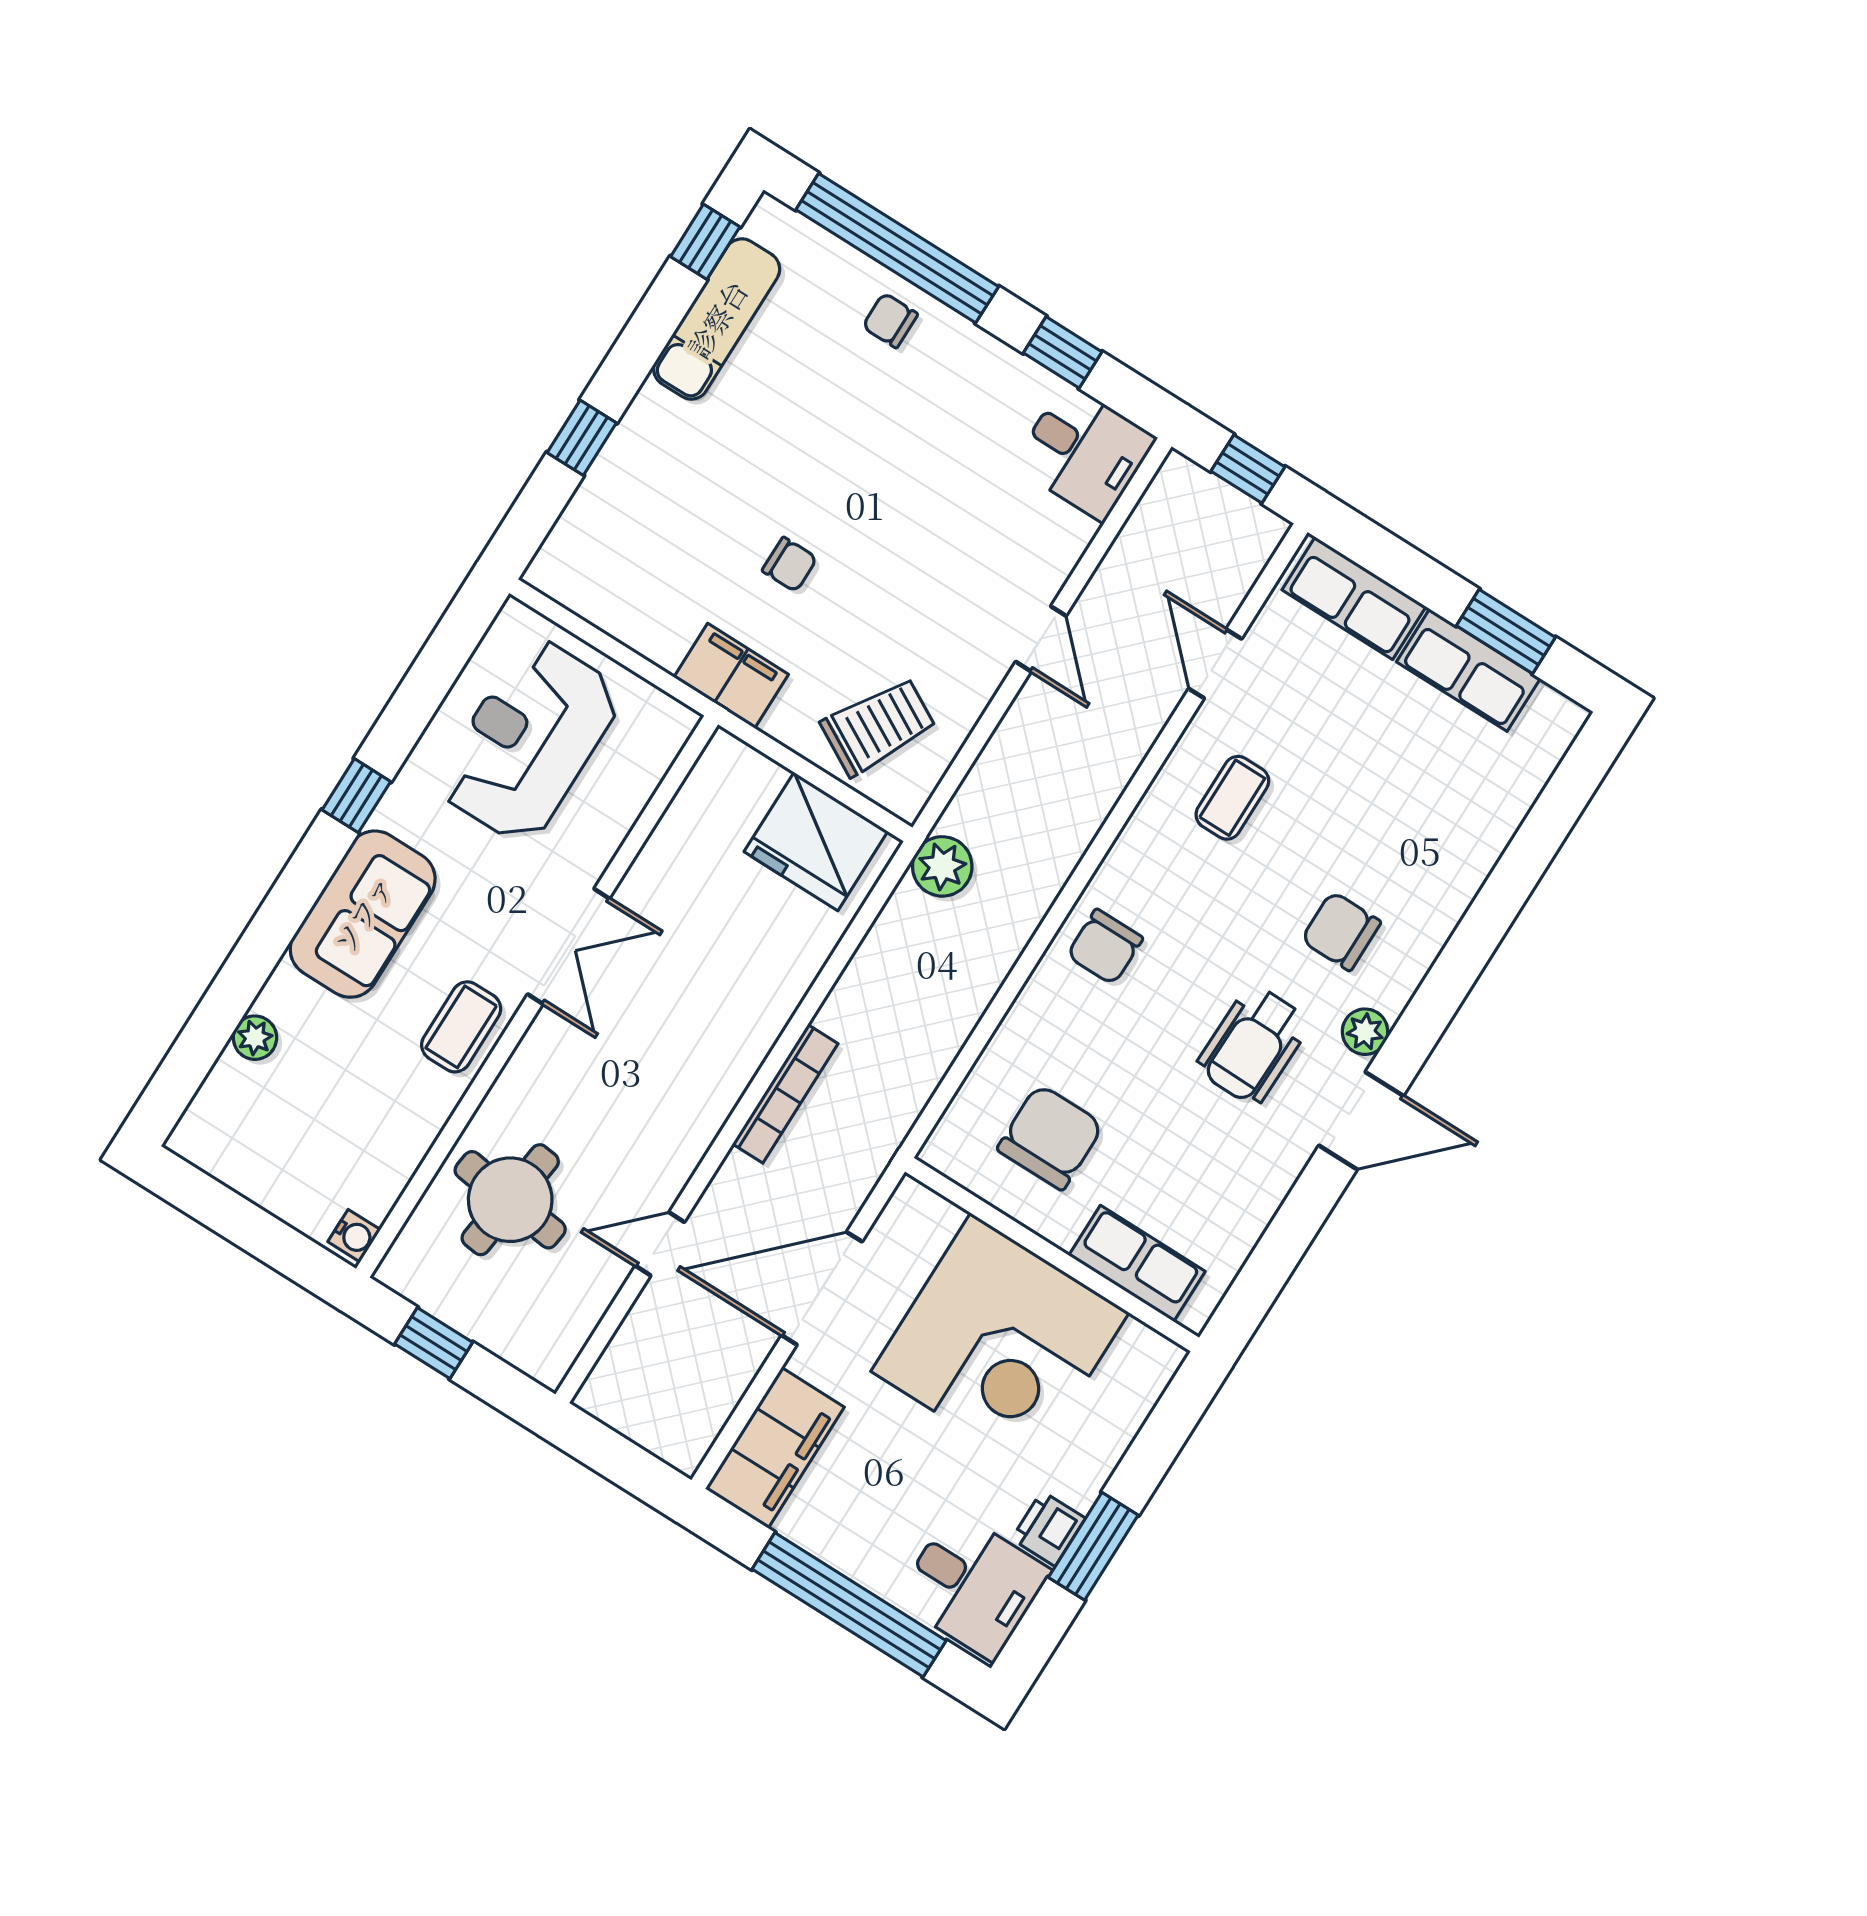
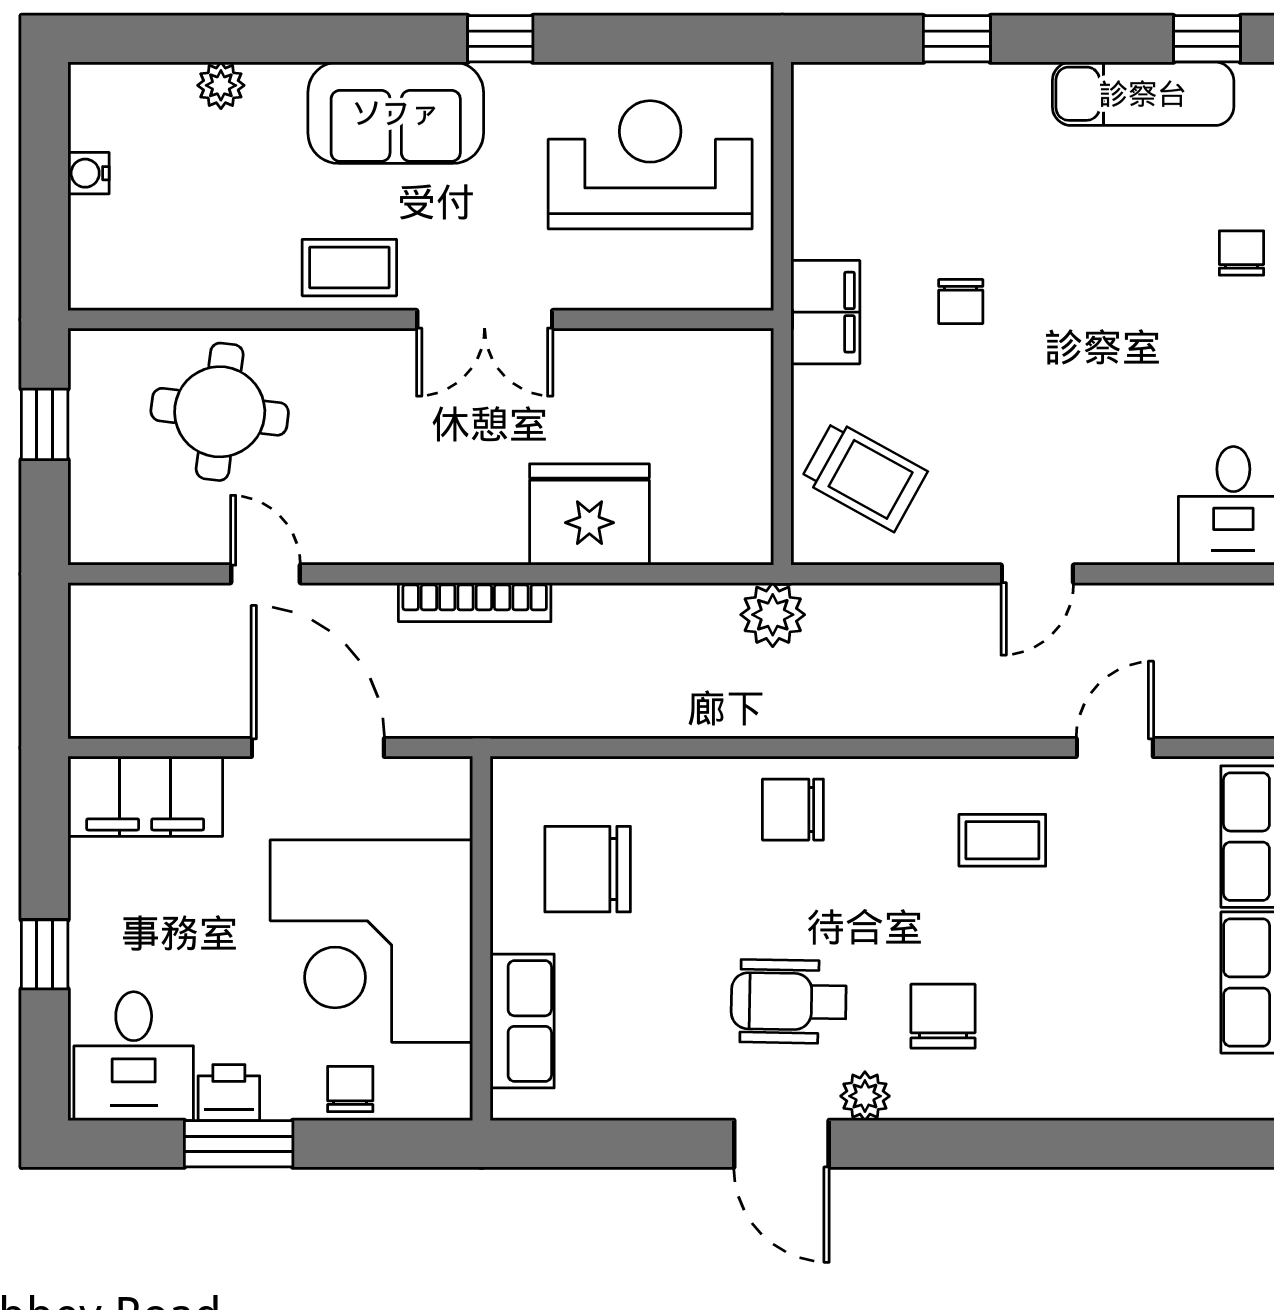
fridge: (816, 841) -> (589, 515), moved, turned 90
chair: (1050, 1137) -> (588, 869), turned 180
water cooler: (354, 1236) -> (88, 173), moved, turned 90
chair: (1105, 1432) -> (350, 1089), added
window: (849, 1605) -> (45, 954), width x0.32

